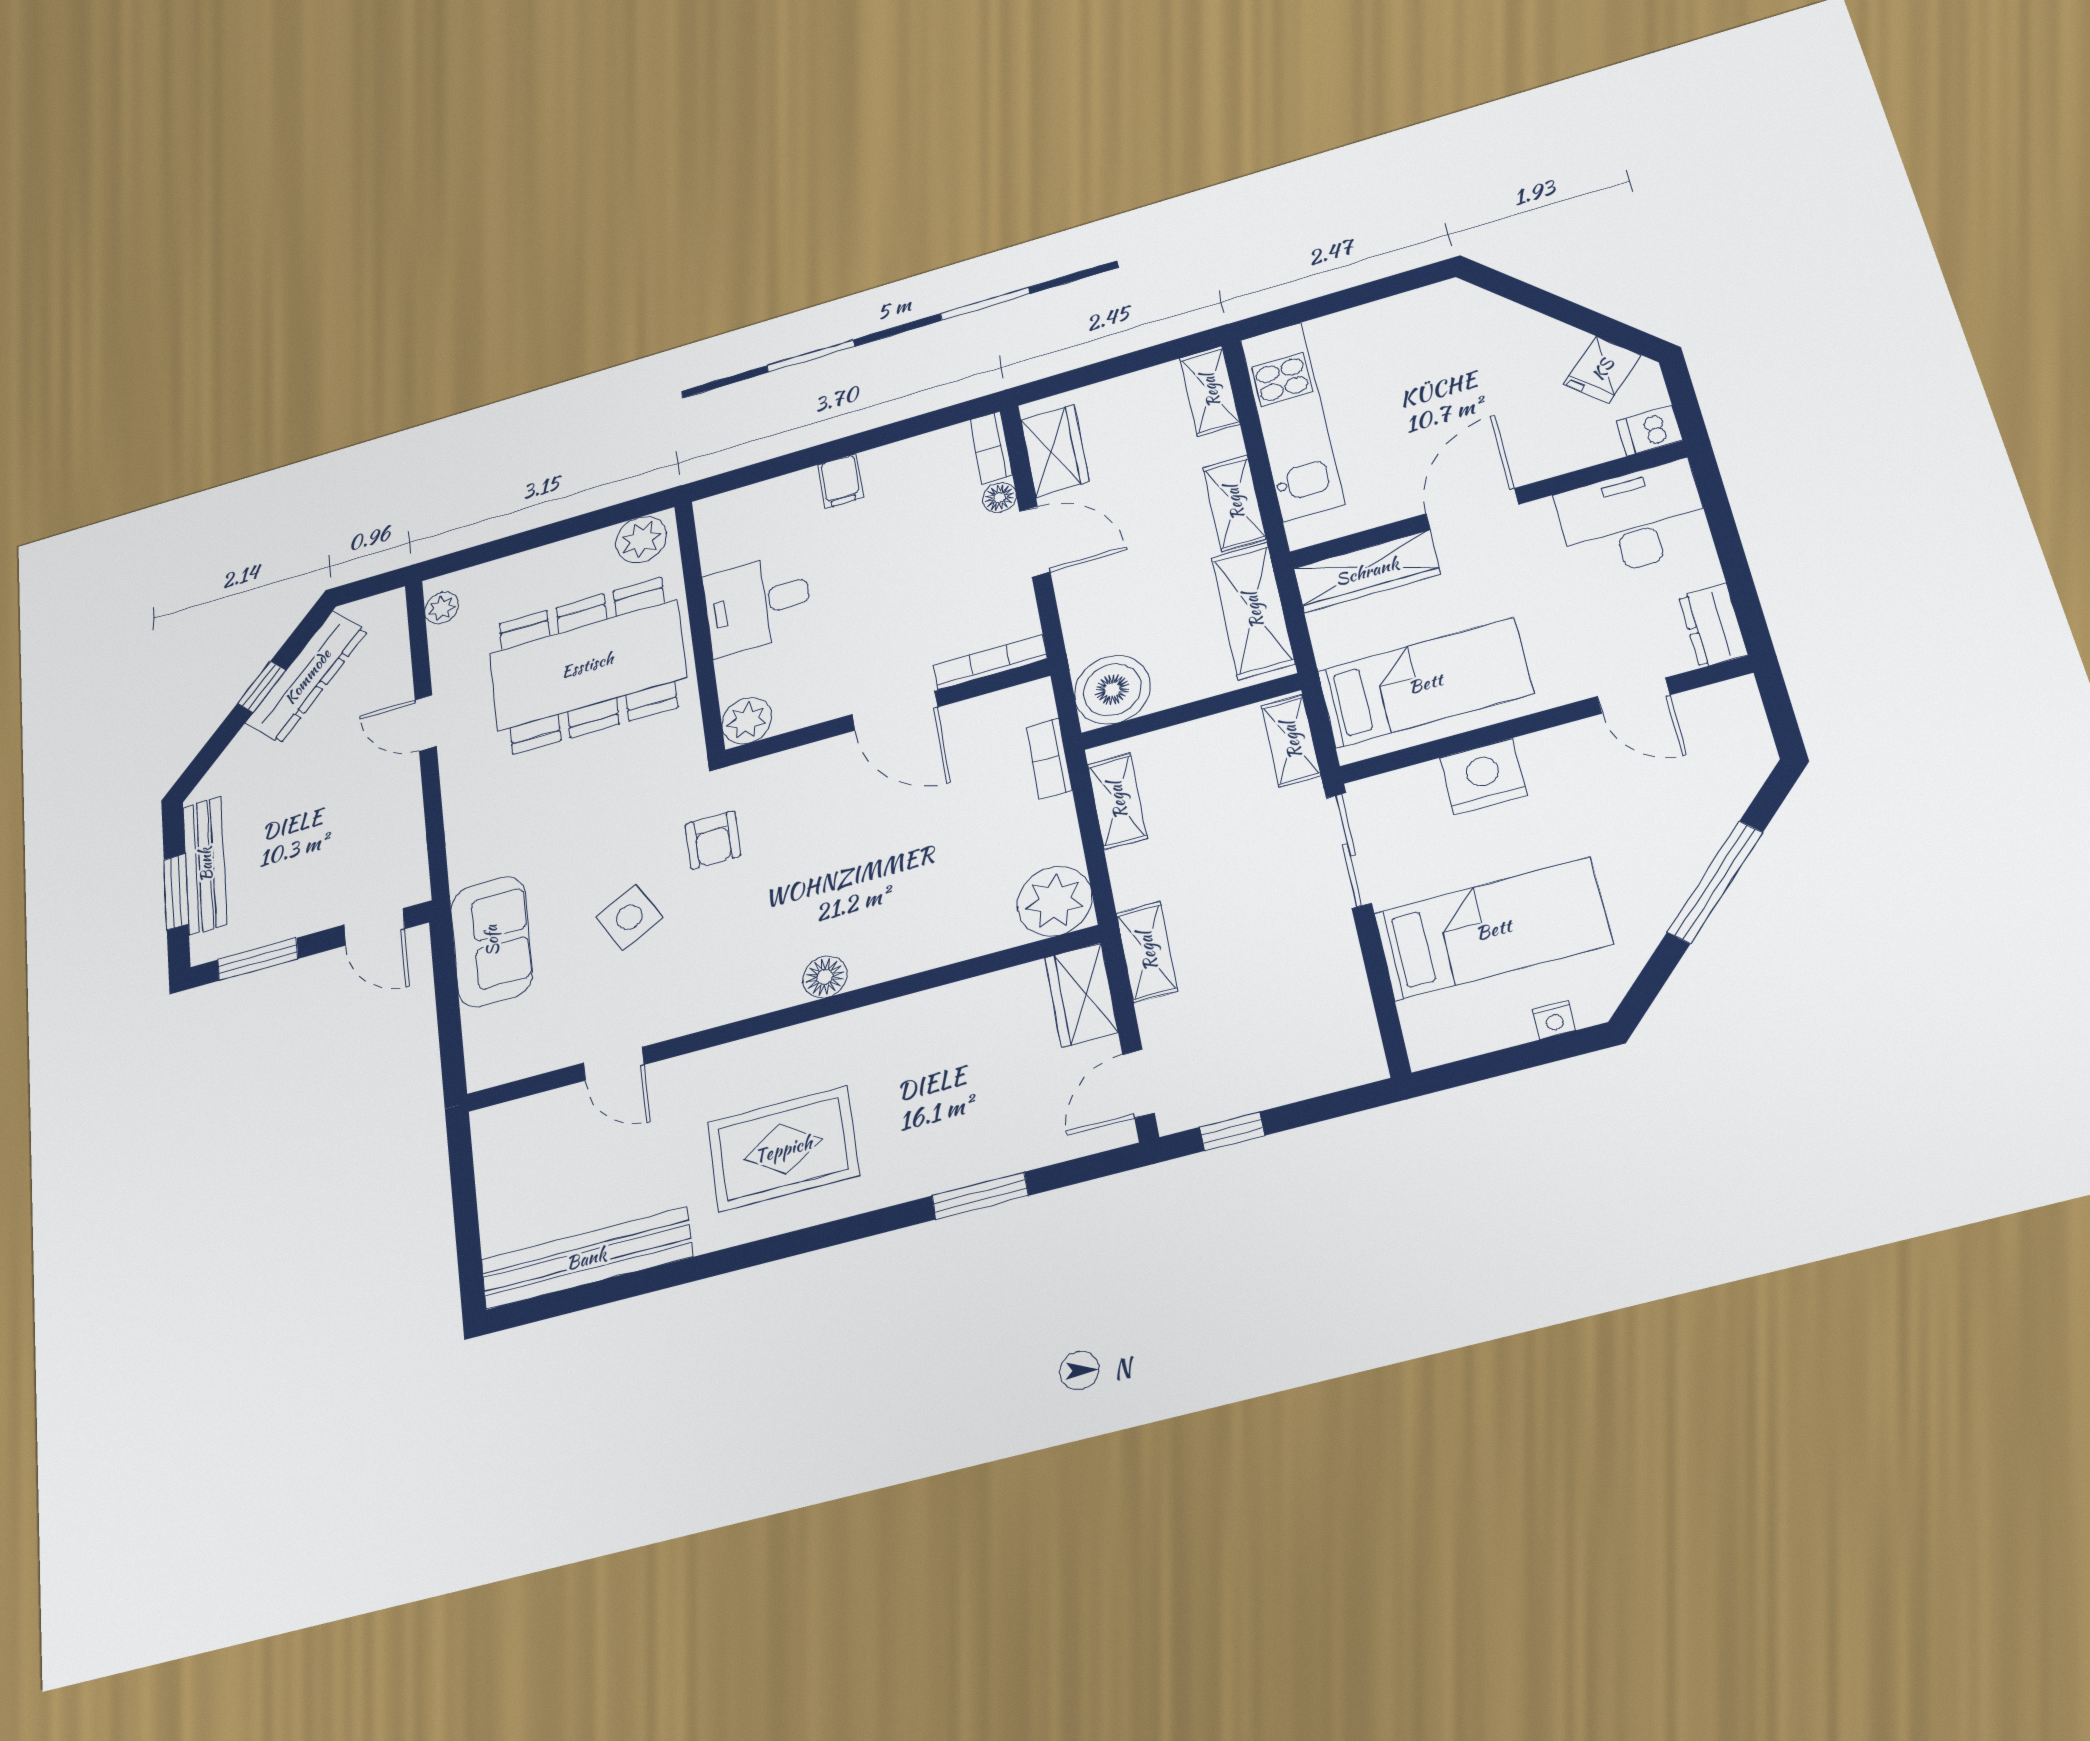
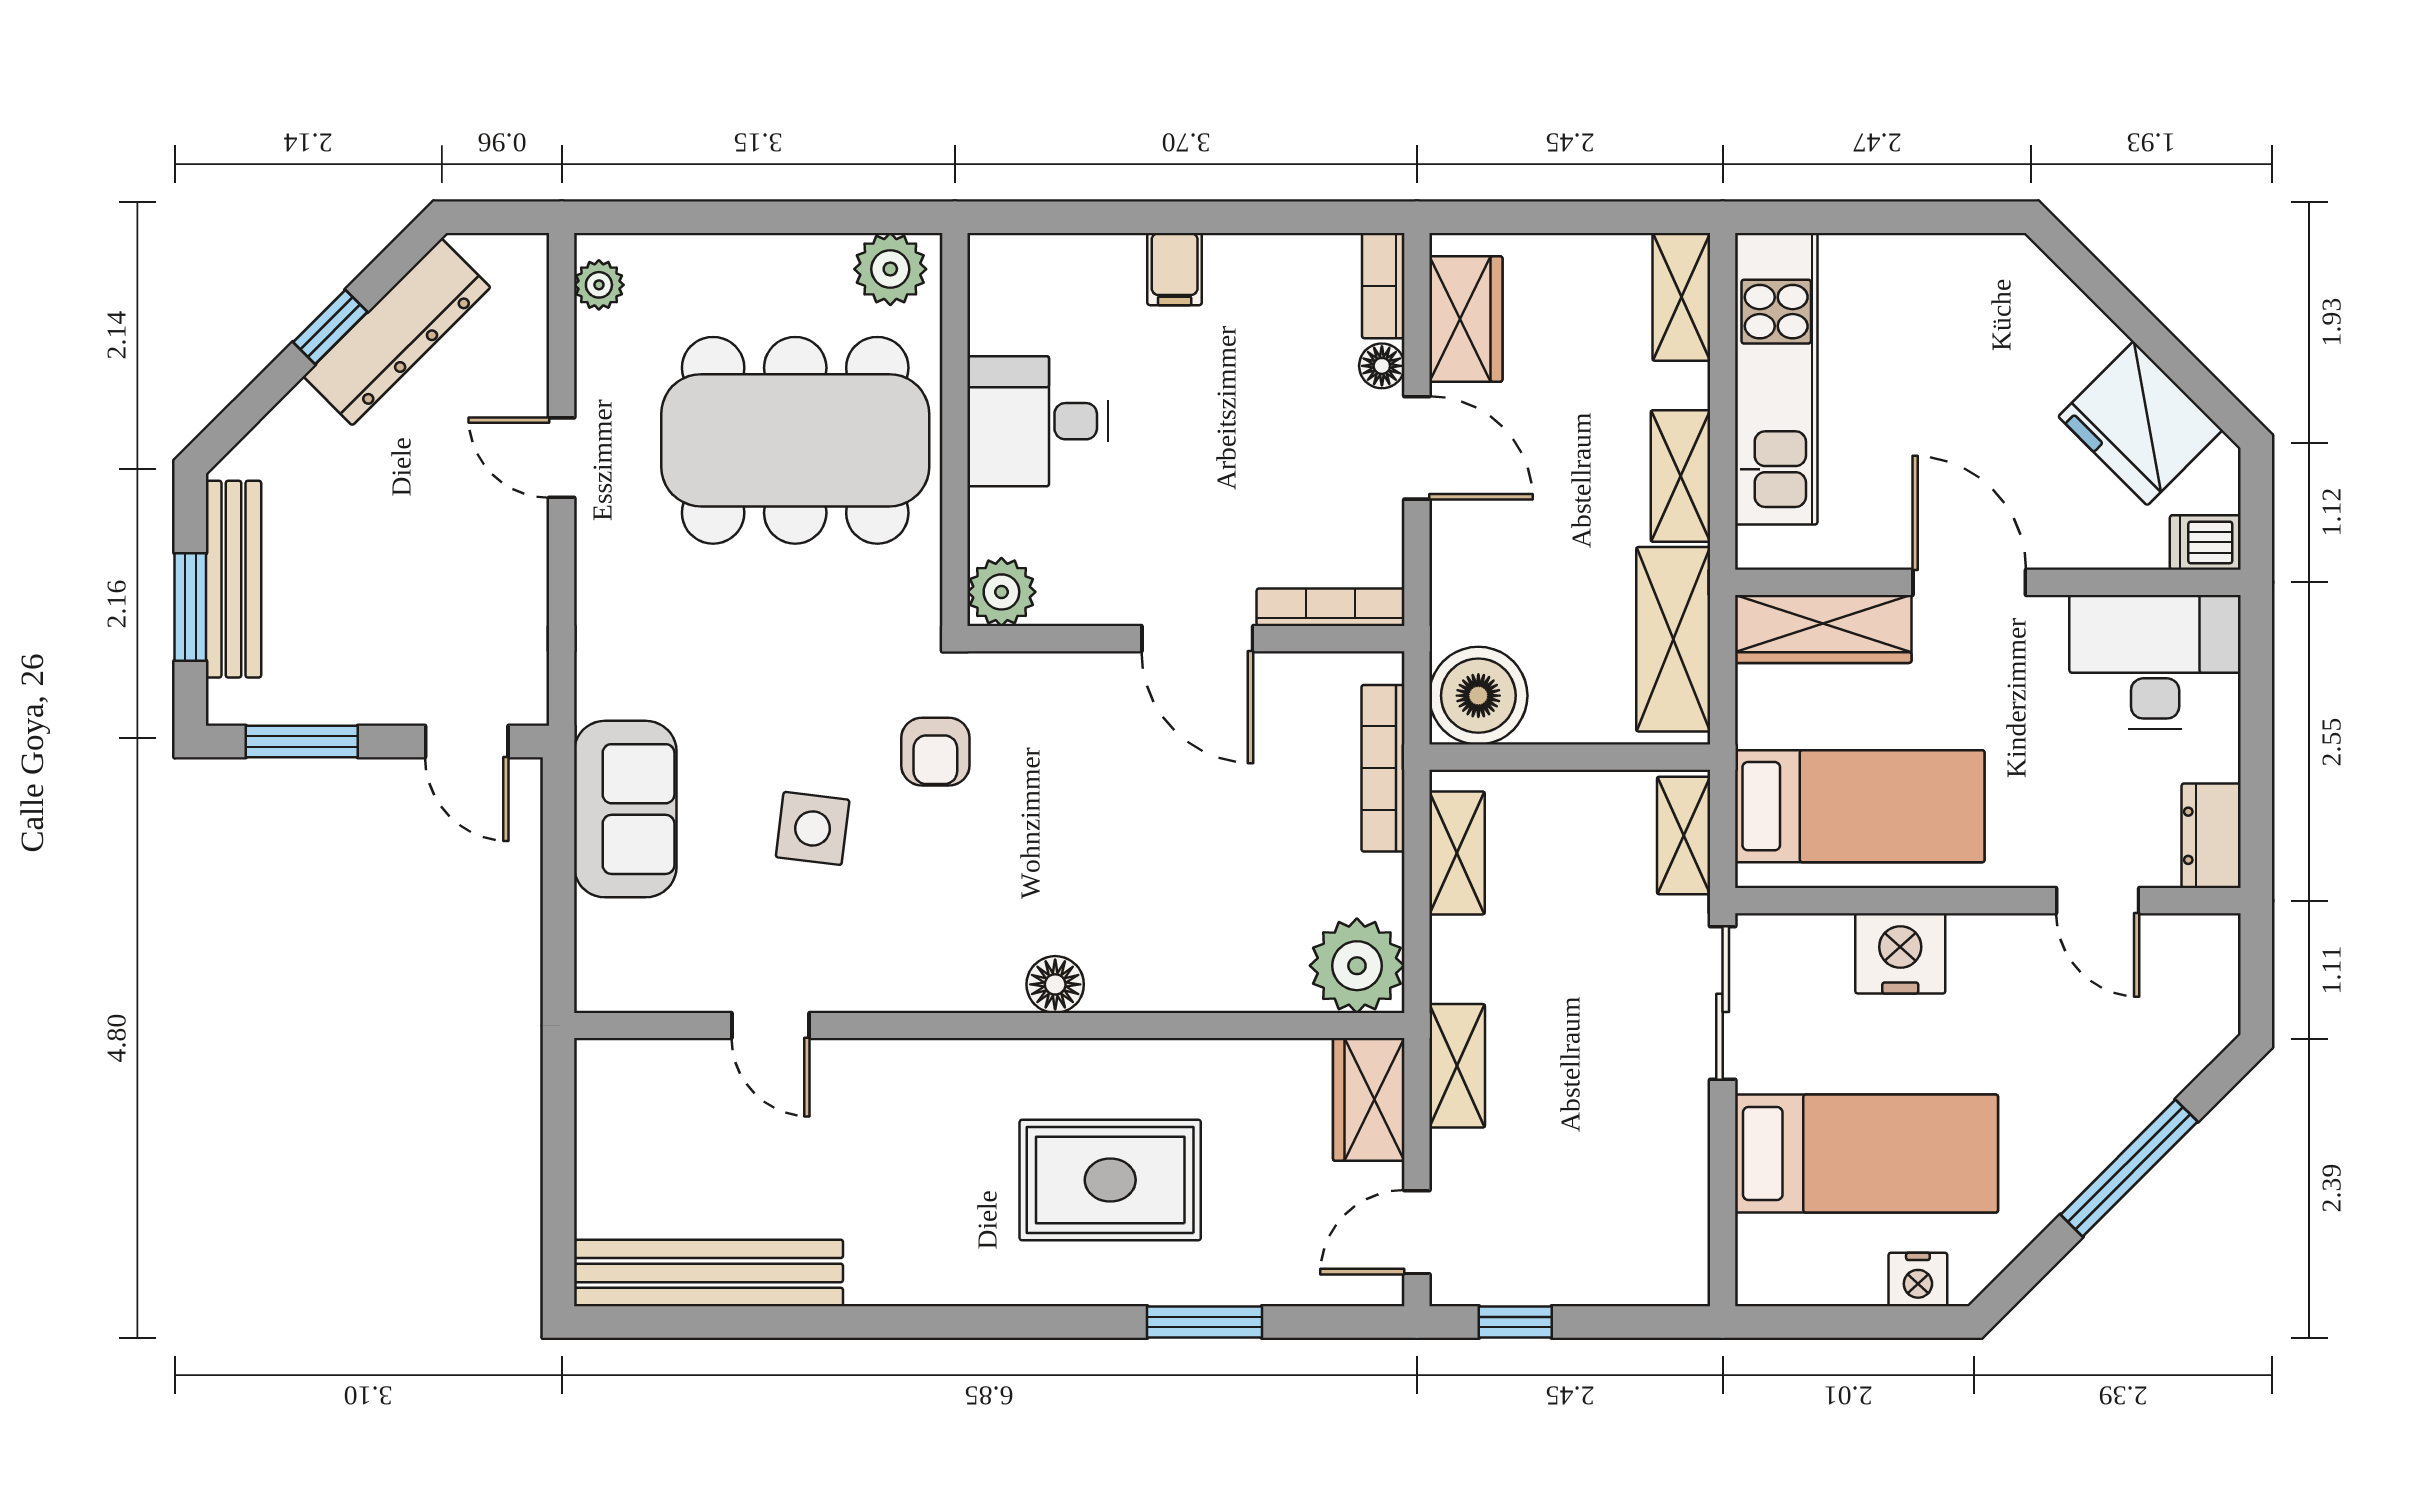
fridge: (1602, 369) -> (2140, 423), width x1.88, depth x1.34
door: (1472, 509) -> (1969, 582), hinge flipped
bookcase: (1049, 759) -> (1383, 768), width x1.56
side table: (629, 917) -> (813, 828), turned 35
nightstand: (1554, 1020) -> (1918, 1279), width x1.39, depth x1.35
rug: (783, 1149) -> (1110, 1180), moved

